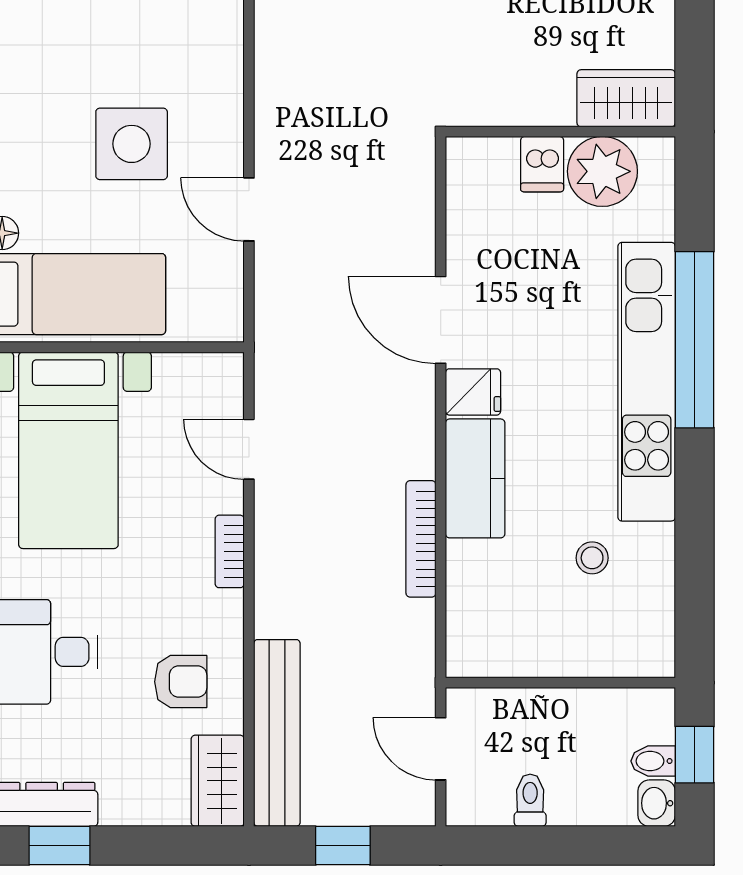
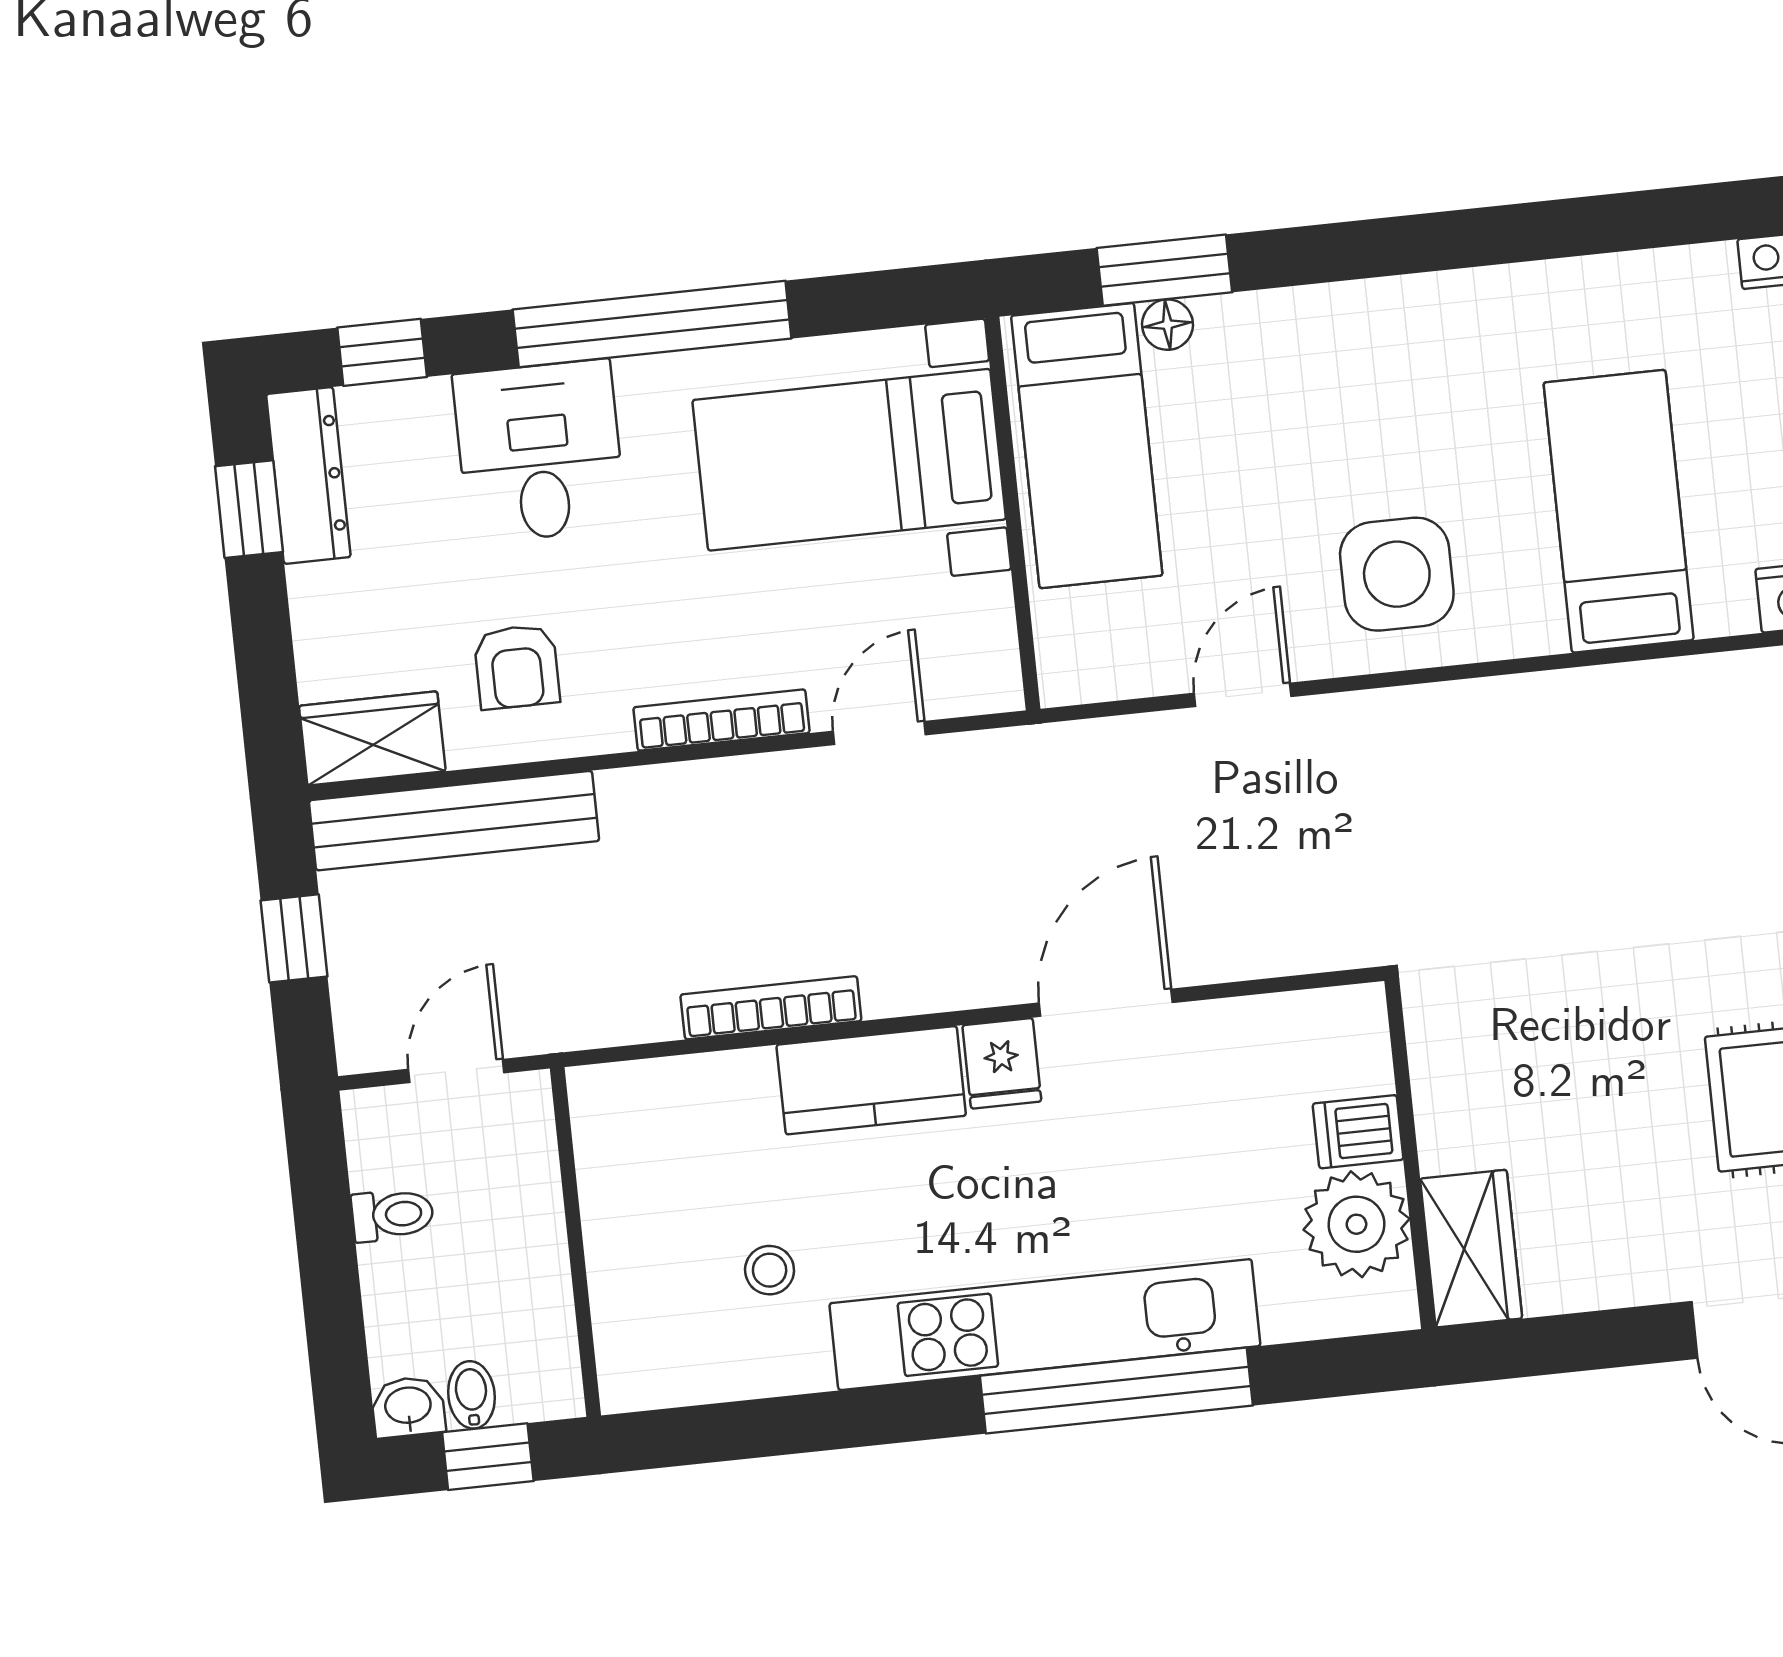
side table: (132, 144) -> (1397, 574), moved
bookcase: (230, 551) -> (722, 720), width x1.56

